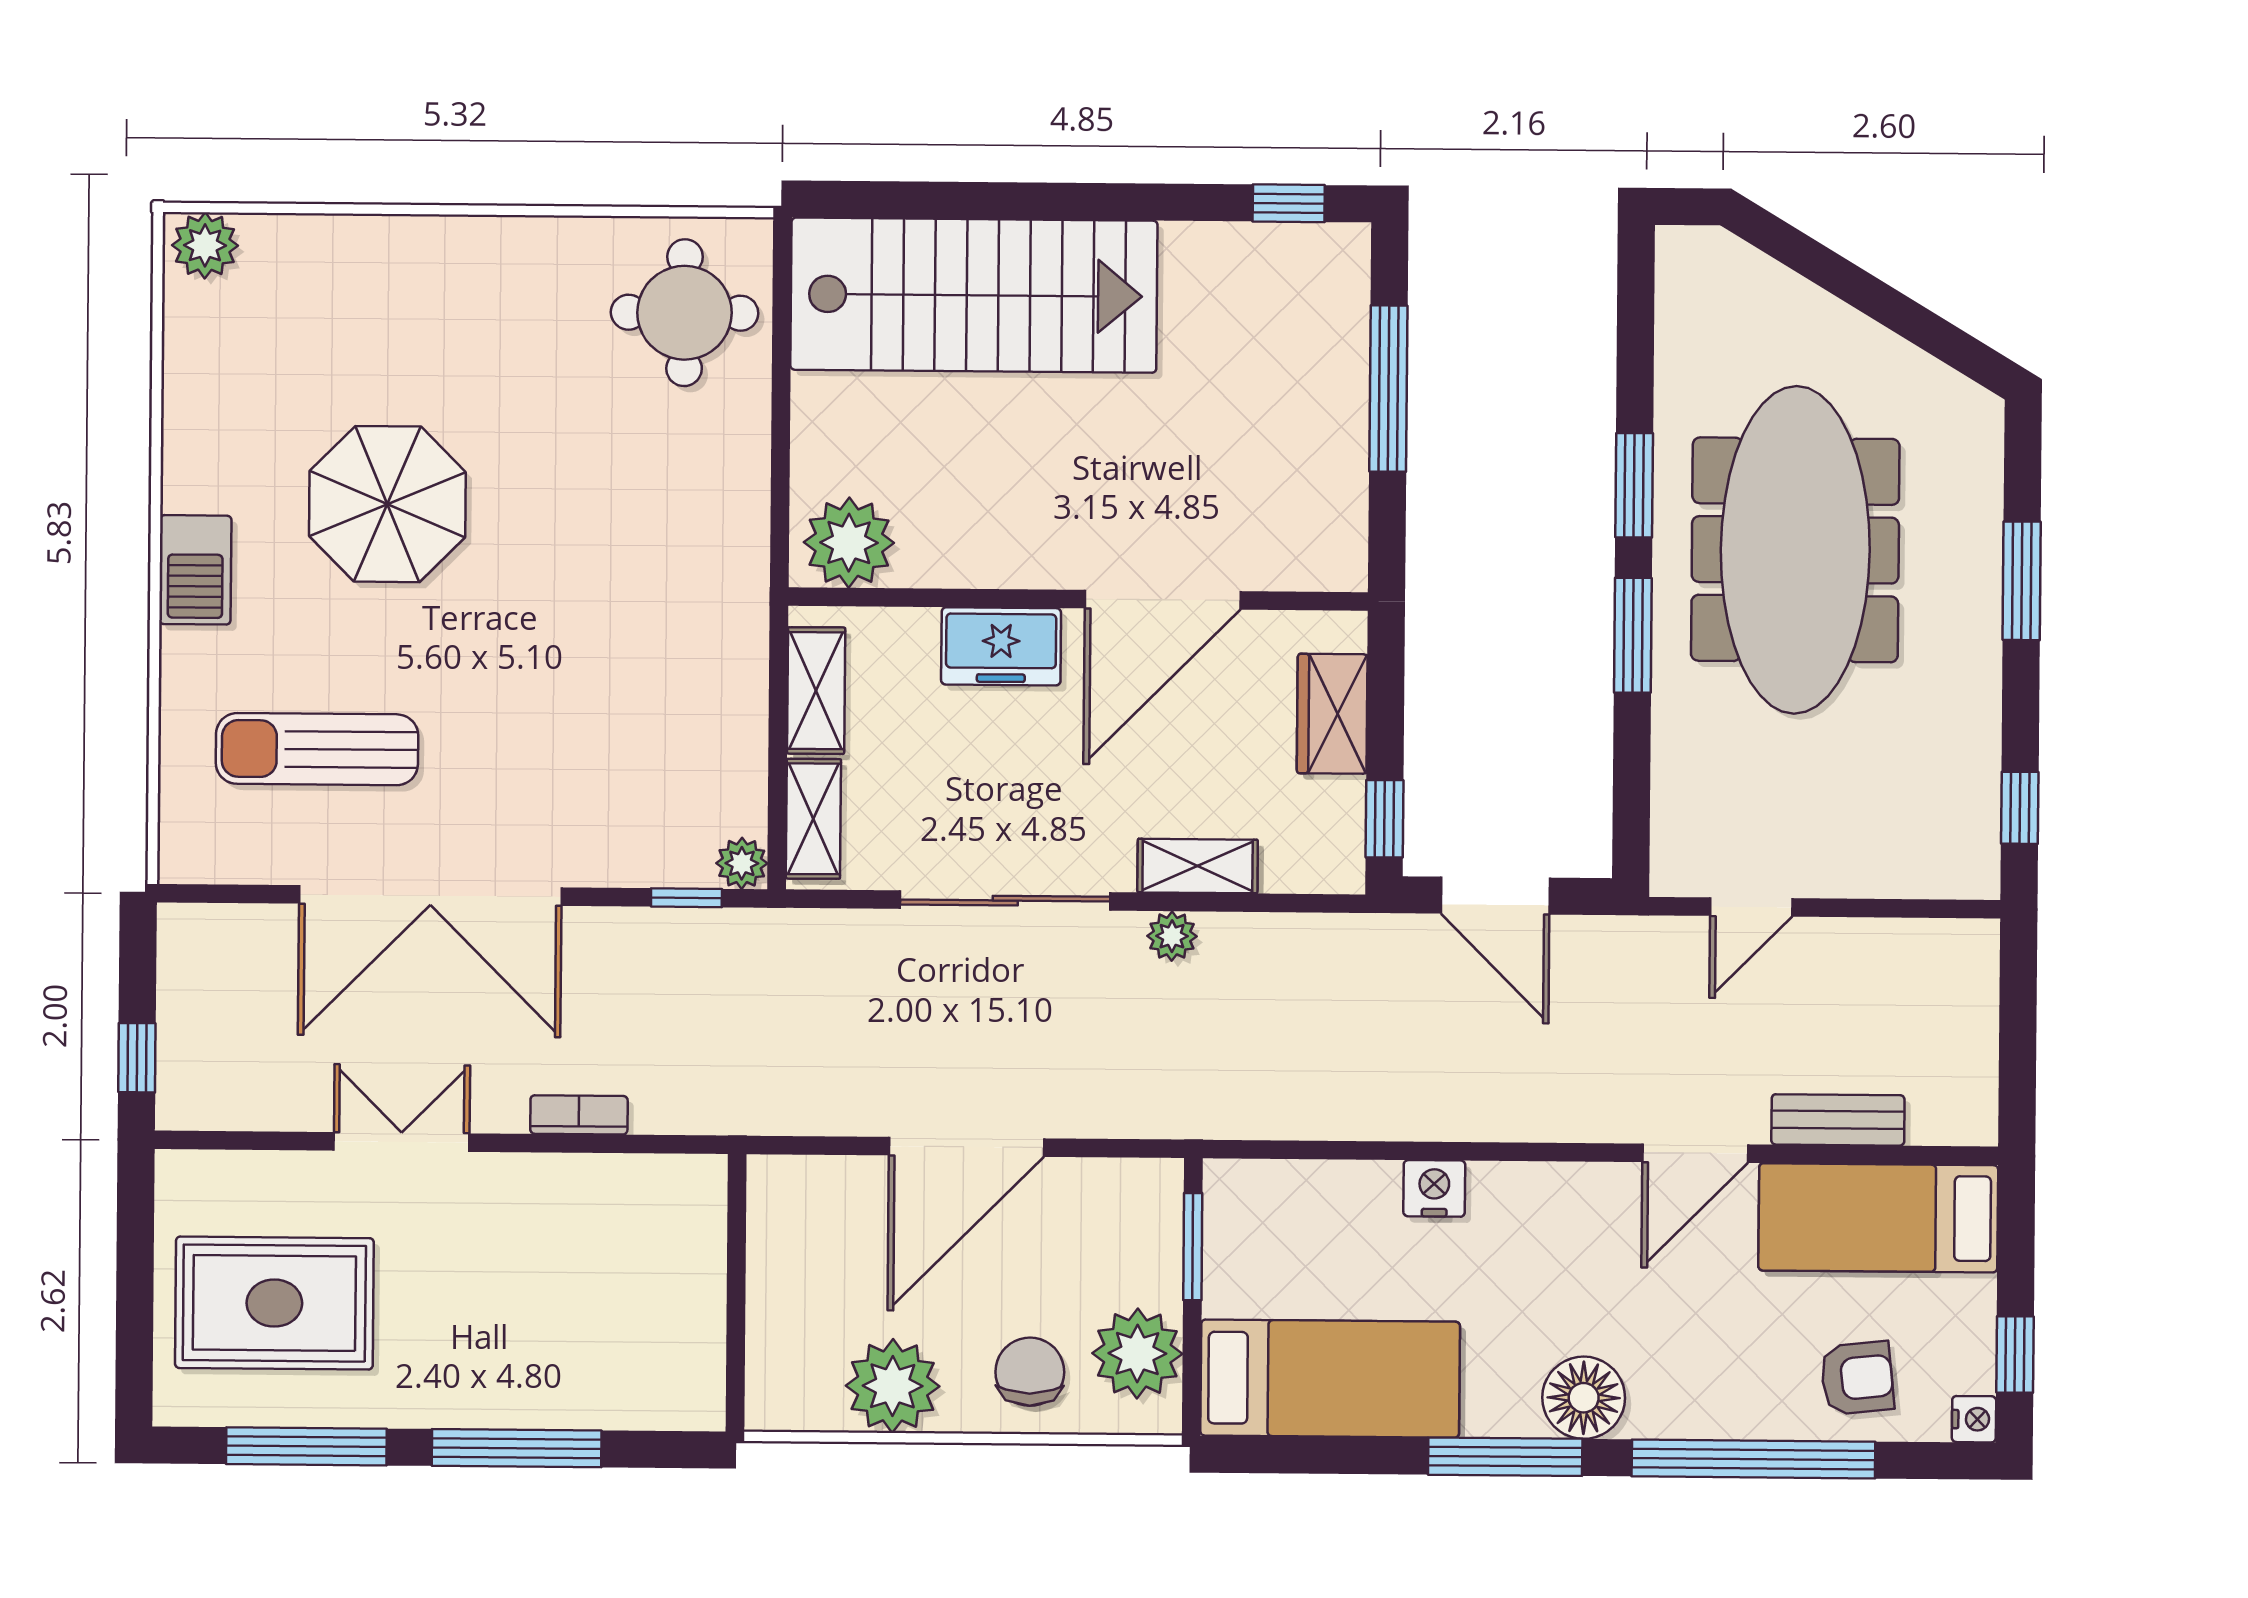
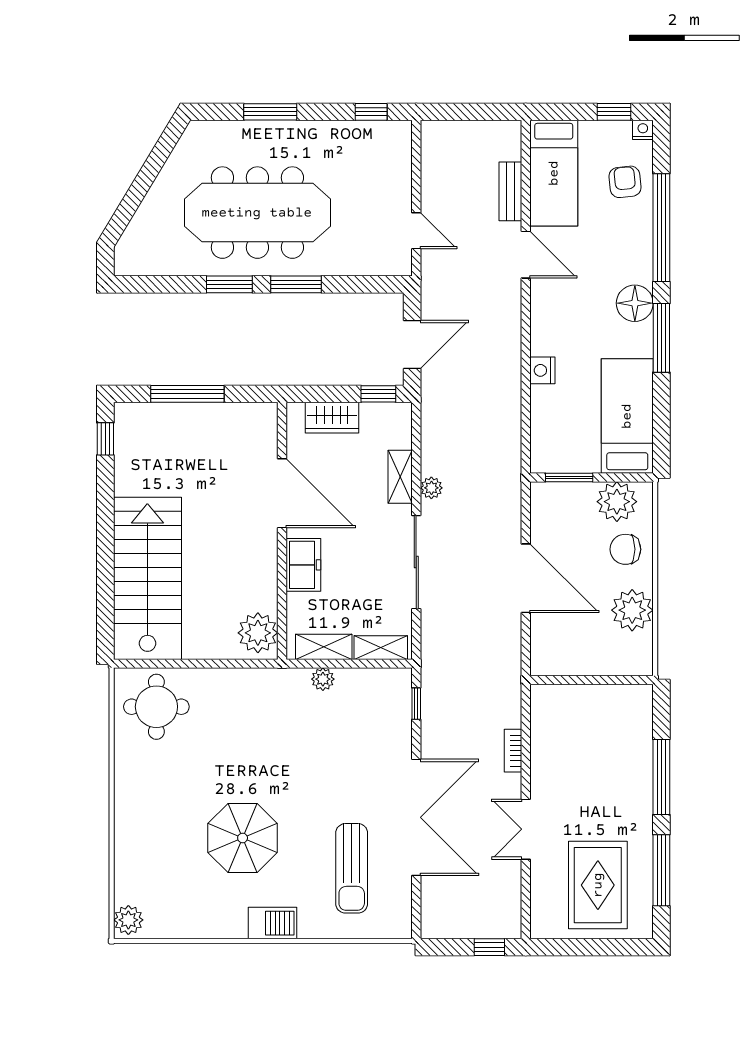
plant: (742, 863) -> (323, 679), moved

